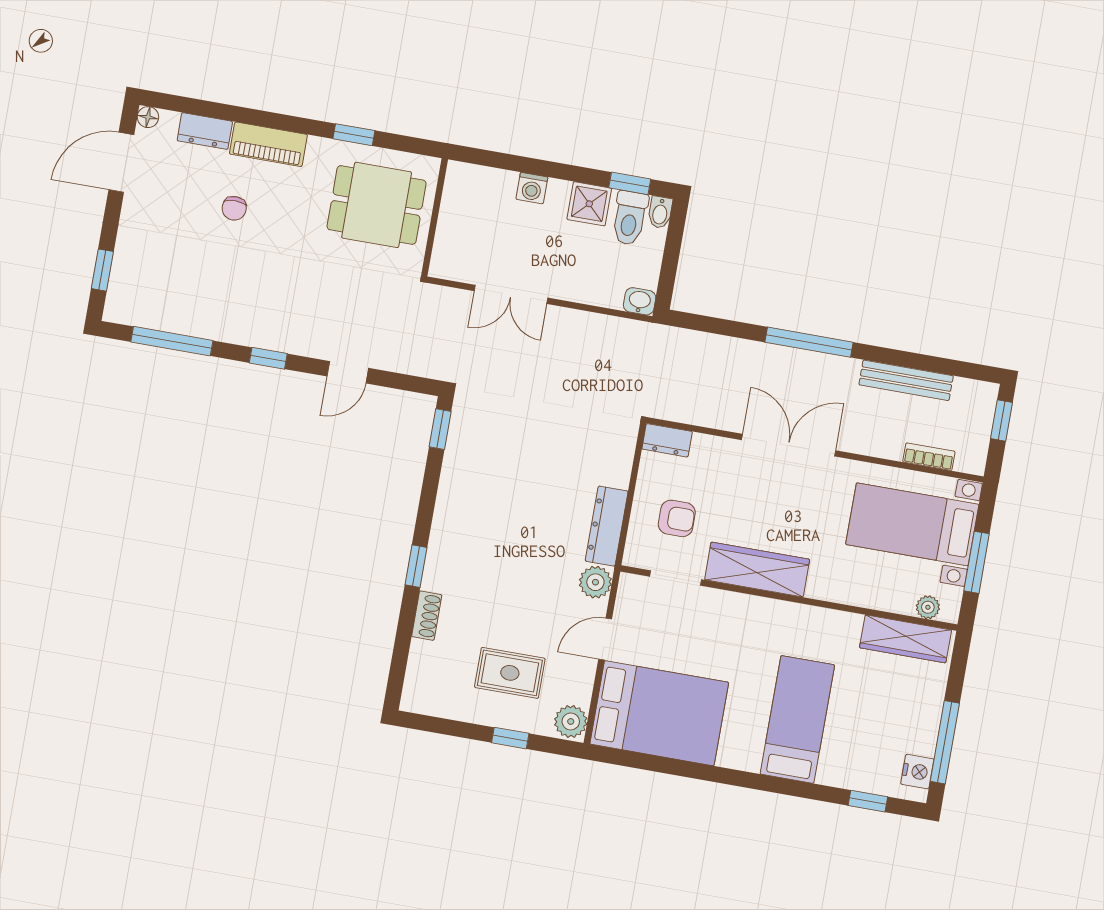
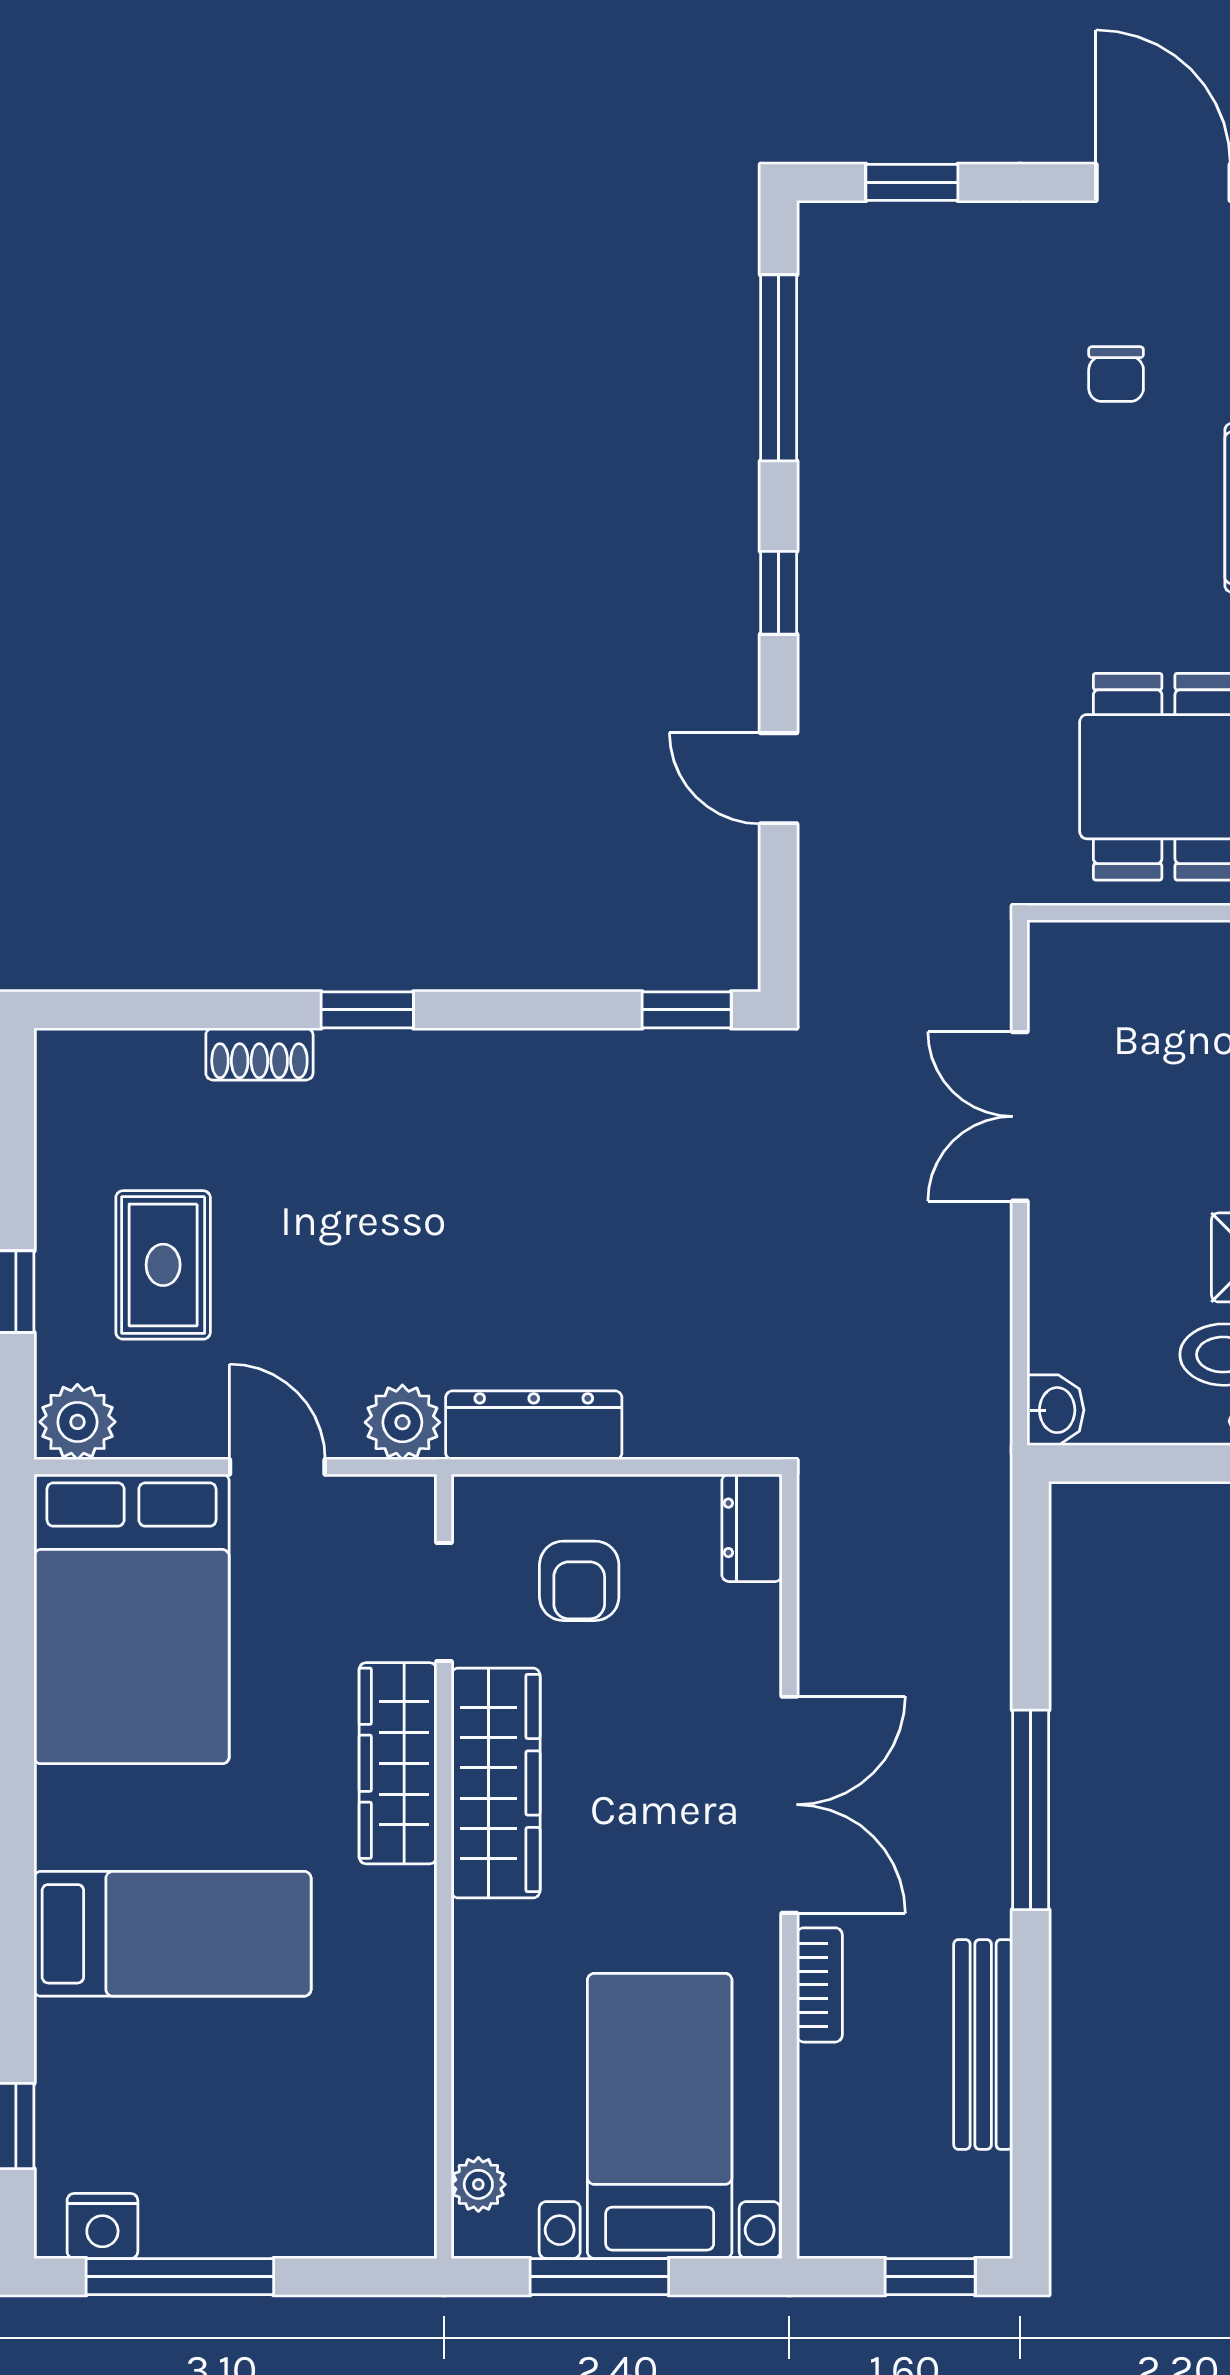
chair: (234, 208) -> (1116, 374), moved, turned -90
bookcase: (929, 457) -> (819, 1985), moved
wardrobe: (905, 639) -> (398, 1763), moved

